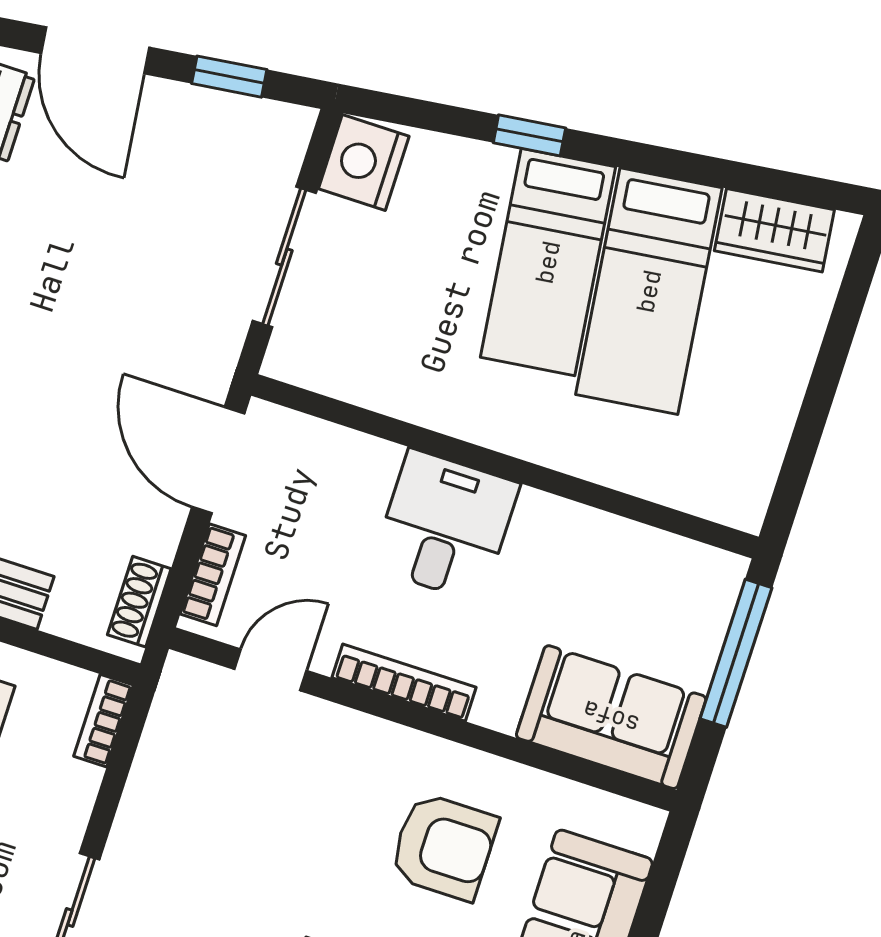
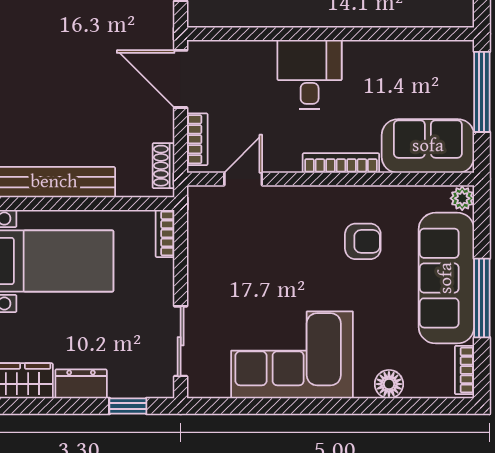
bookcase: (404, 683) -> (341, 163), moved
plant: (641, 828) -> (462, 198), added
armchair: (444, 847) -> (363, 241), width x0.72, depth x0.72

